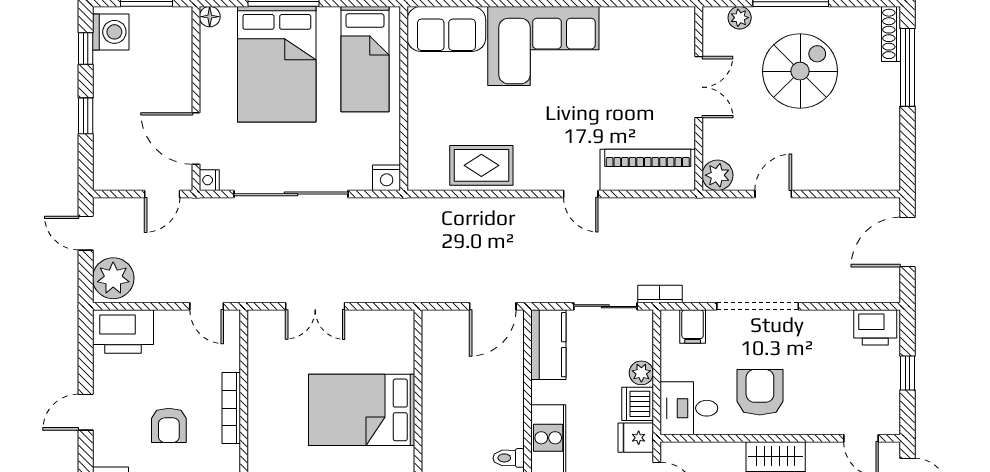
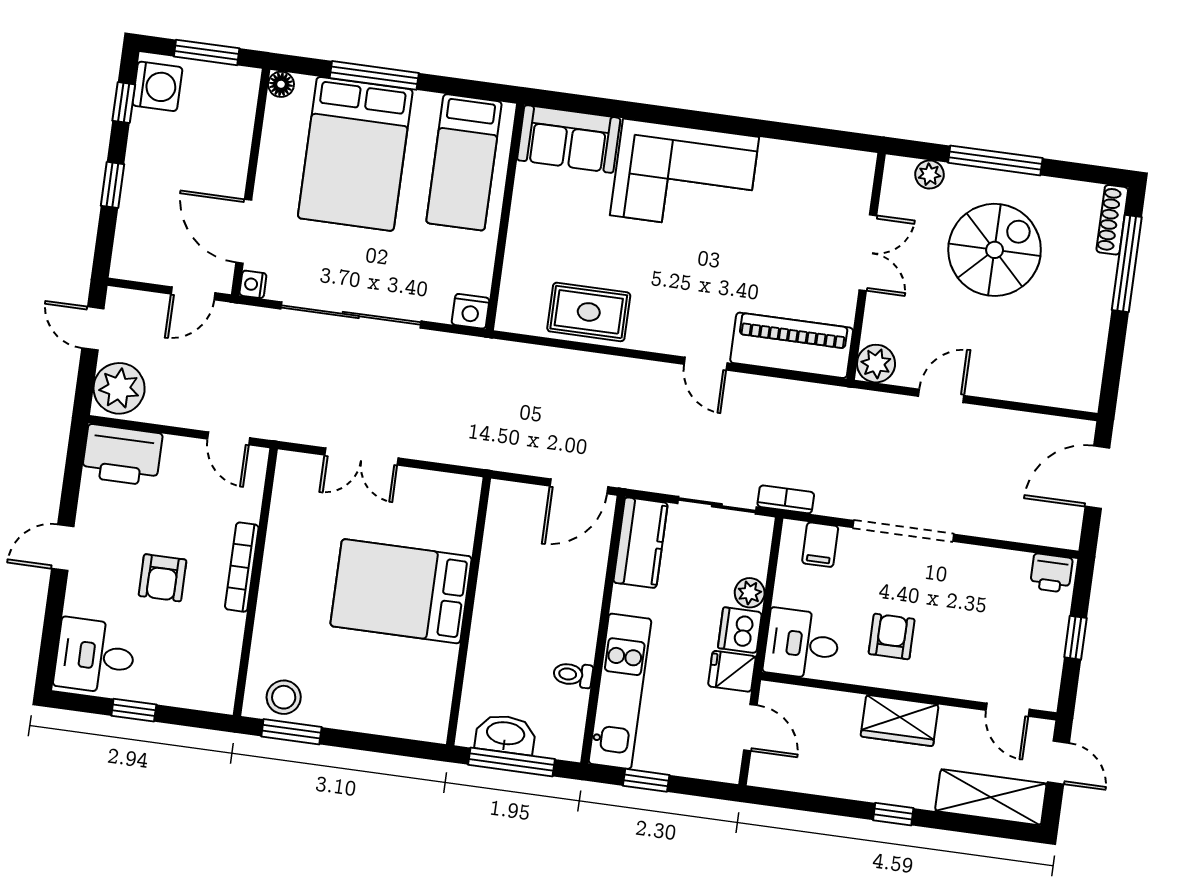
printer: (875, 327) -> (1051, 573), width x0.73, depth x0.81
armchair: (760, 392) -> (892, 636), width x0.72, depth x0.72

